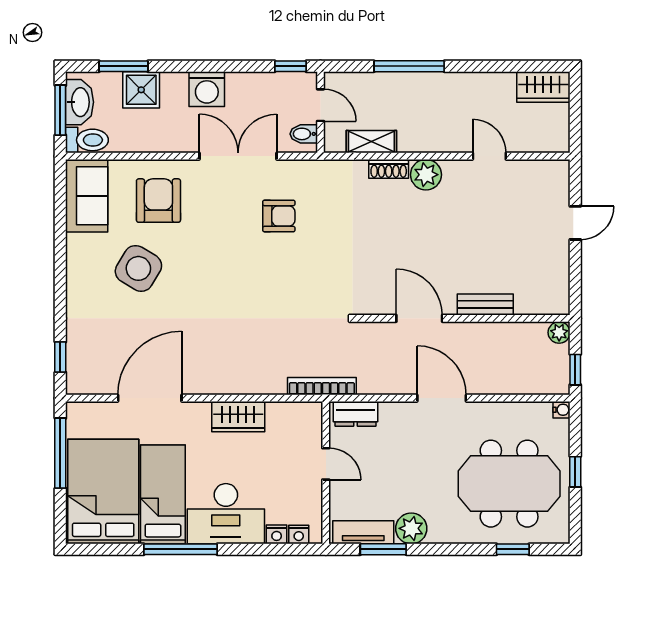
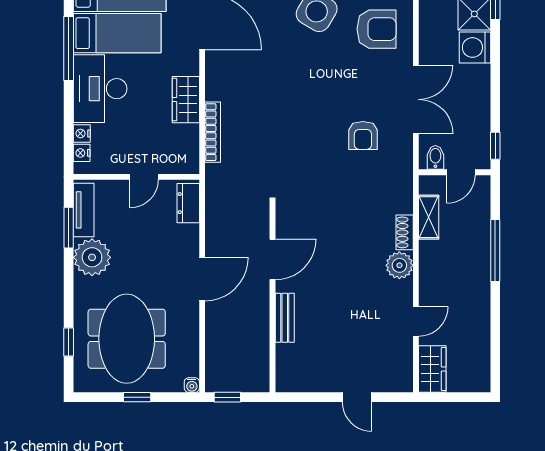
wardrobe: (543, 87) -> (432, 369), moved, turned 180
washing machine: (207, 89) -> (475, 47), moved
plant: (559, 332) -> (260, 383), removed
bookcase: (322, 386) -> (213, 132), moved
plant: (411, 528) -> (92, 257), width x1.36, depth x1.36

